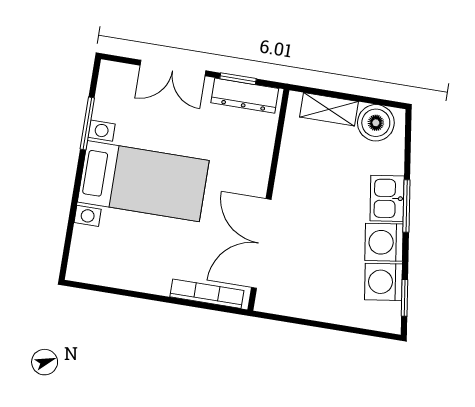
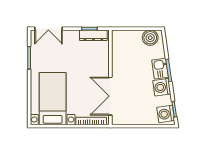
double door: (173, 68) -> (48, 29), moved
shelving: (329, 109) -> (130, 35), removed
bed with nightstands: (143, 181) -> (53, 99), moved, turned -90
washing machine: (383, 282) -> (166, 114), moved

